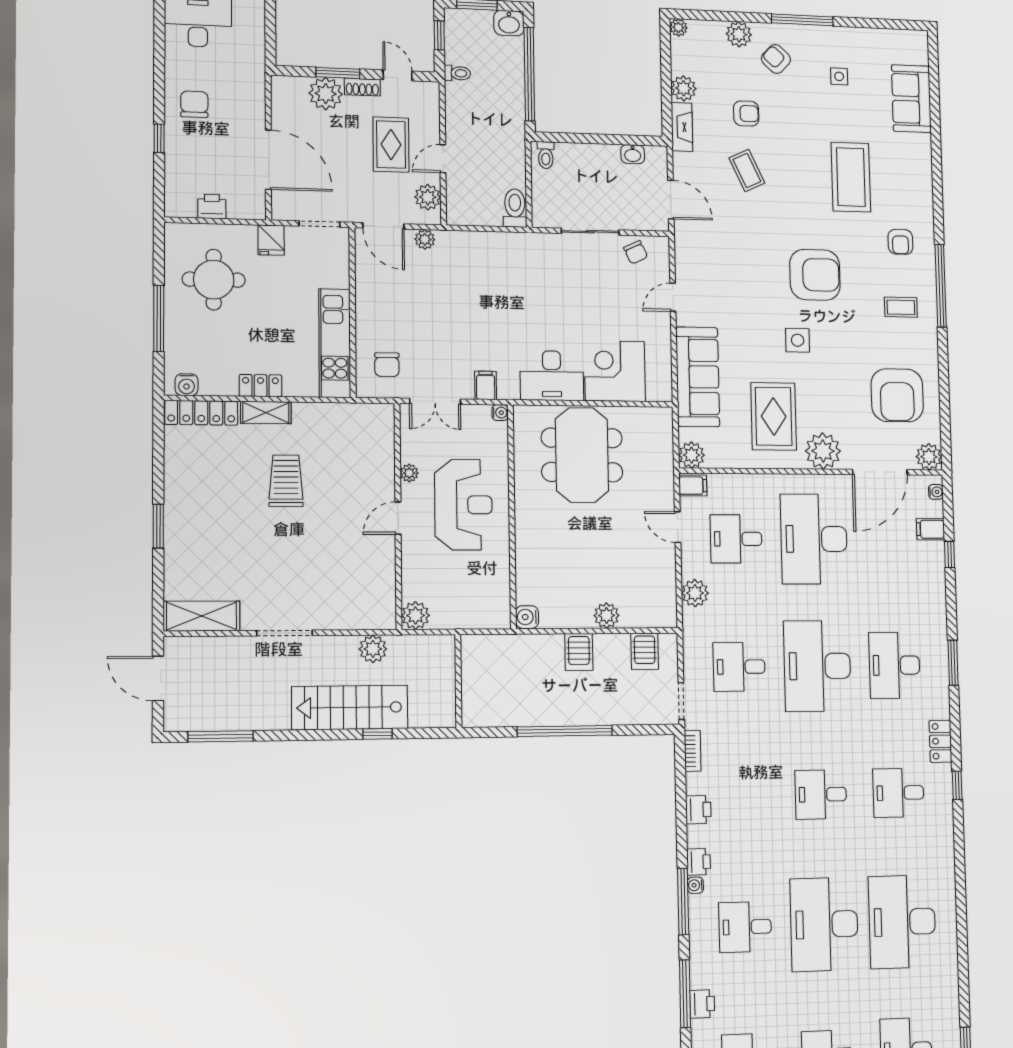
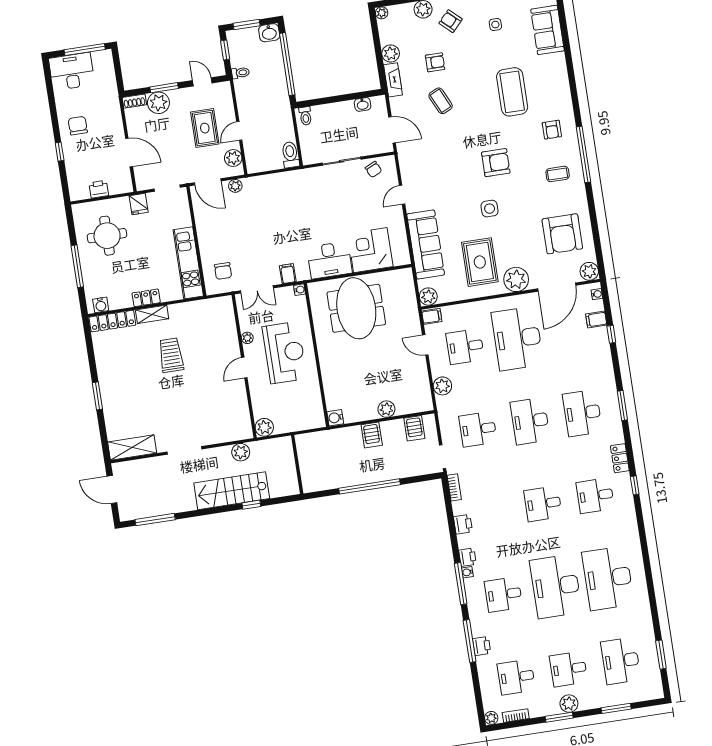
shoe rack: (362, 87) -> (134, 101), moved
door: (268, 160) -> (129, 153), width x0.73
armchair: (815, 275) -> (496, 163), width x0.73, depth x0.73
desk: (817, 666) -> (530, 421), width x0.73, depth x0.77

